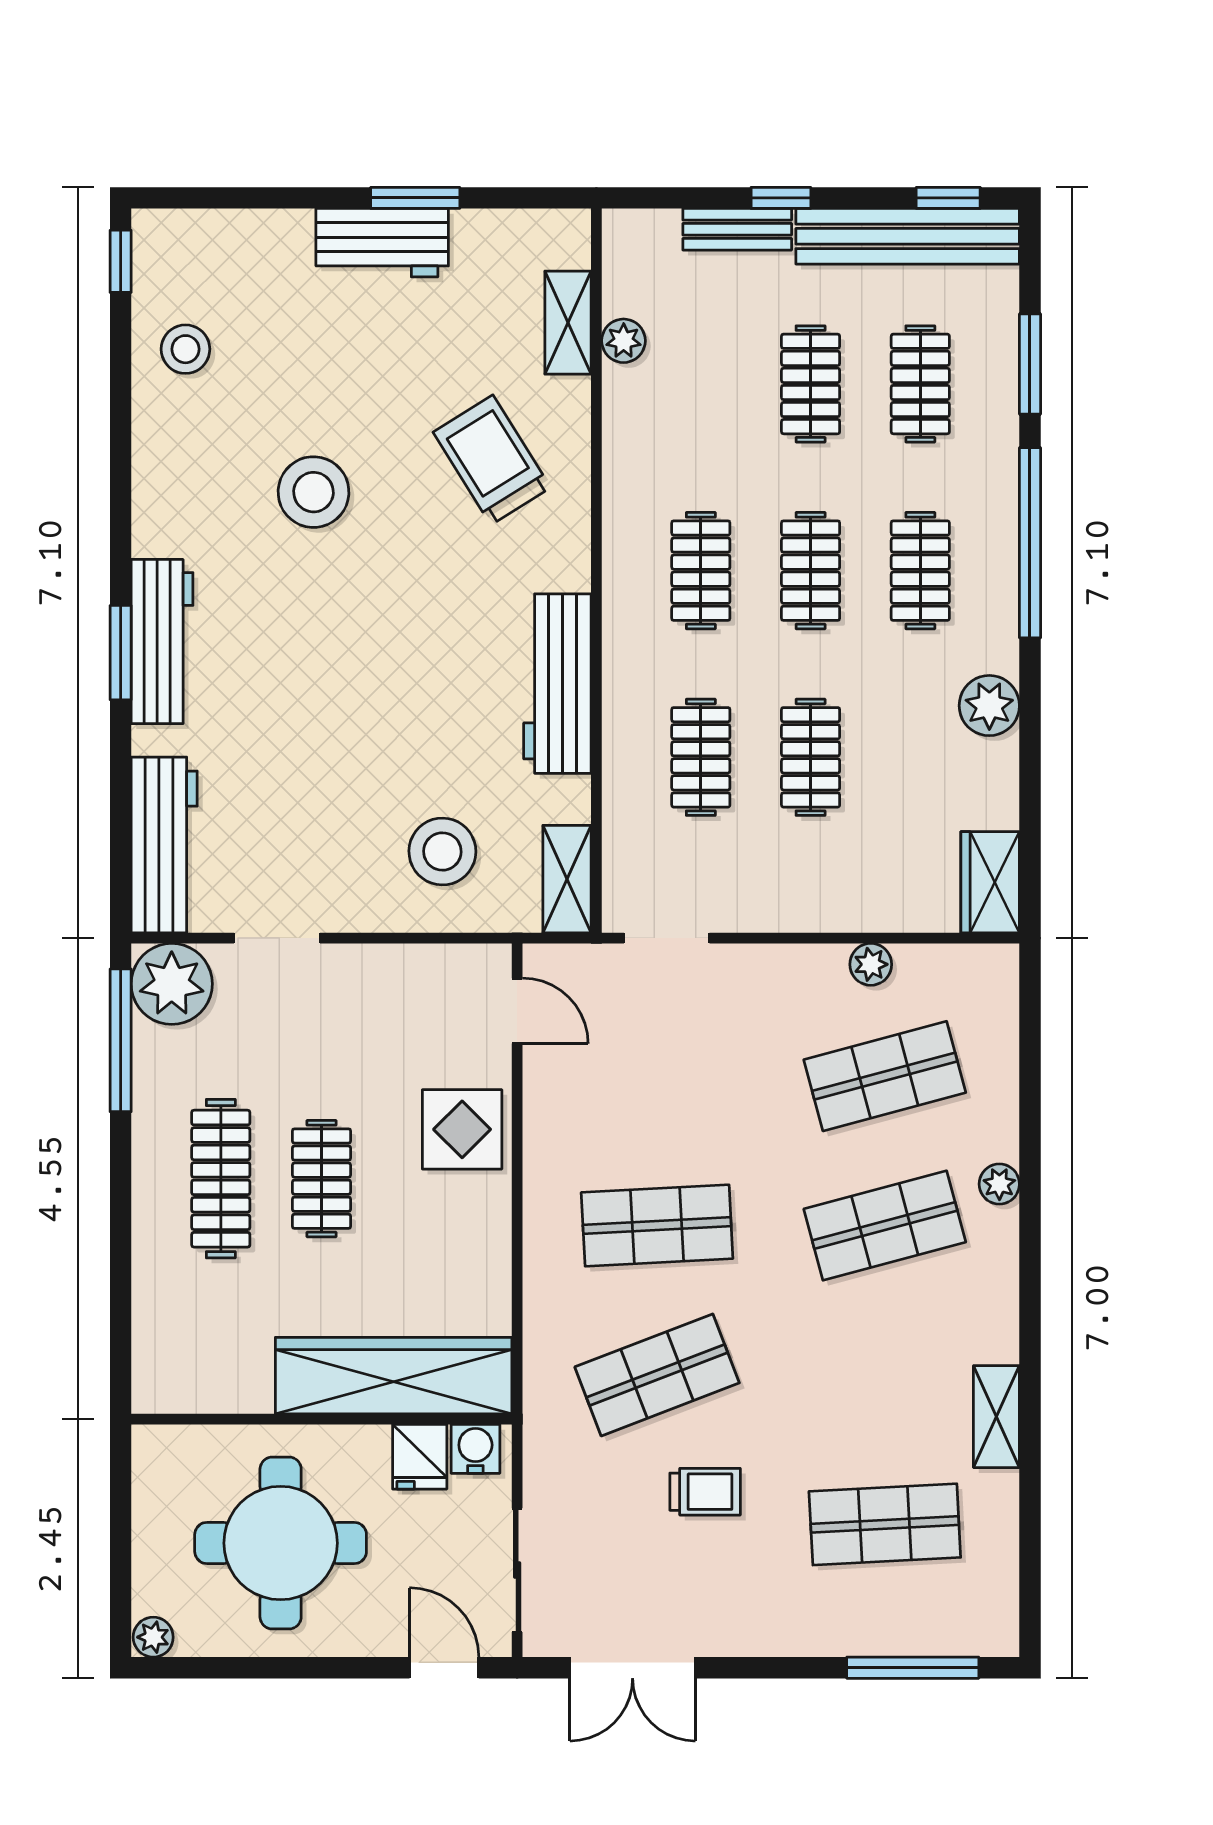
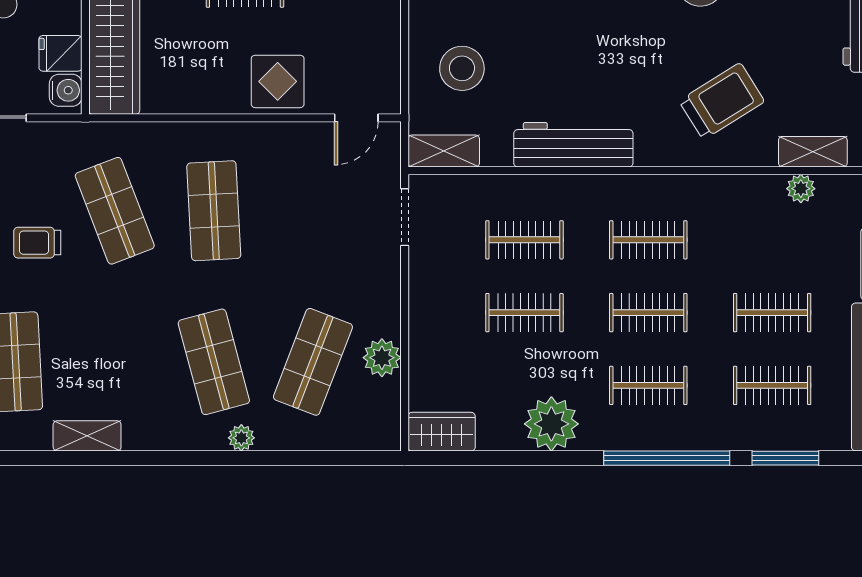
plant: (989, 706) -> (551, 424), width x1.36, depth x1.36
plant: (871, 964) -> (382, 358), width x1.38, depth x1.38
shop shelf: (885, 1076) -> (313, 362), turned 36
trolley: (705, 1492) -> (37, 243), turned 90

